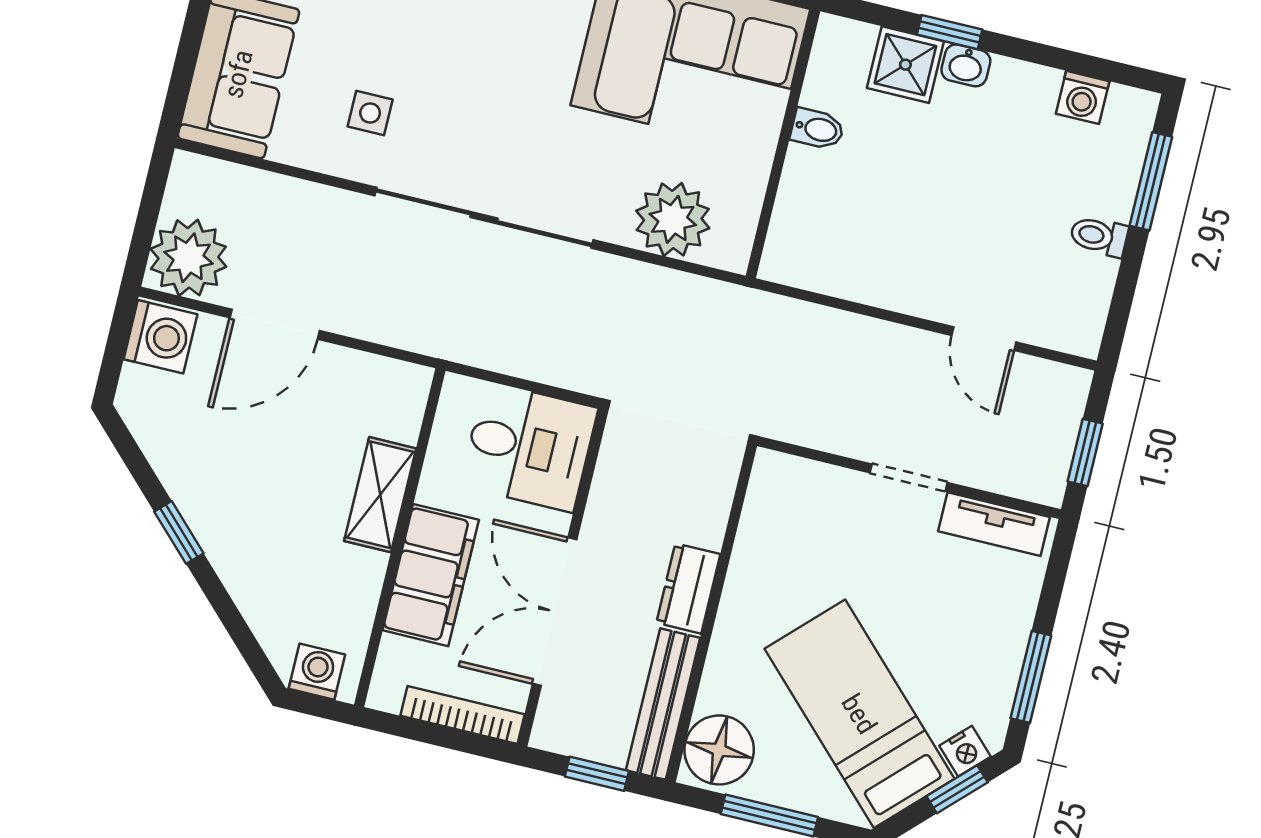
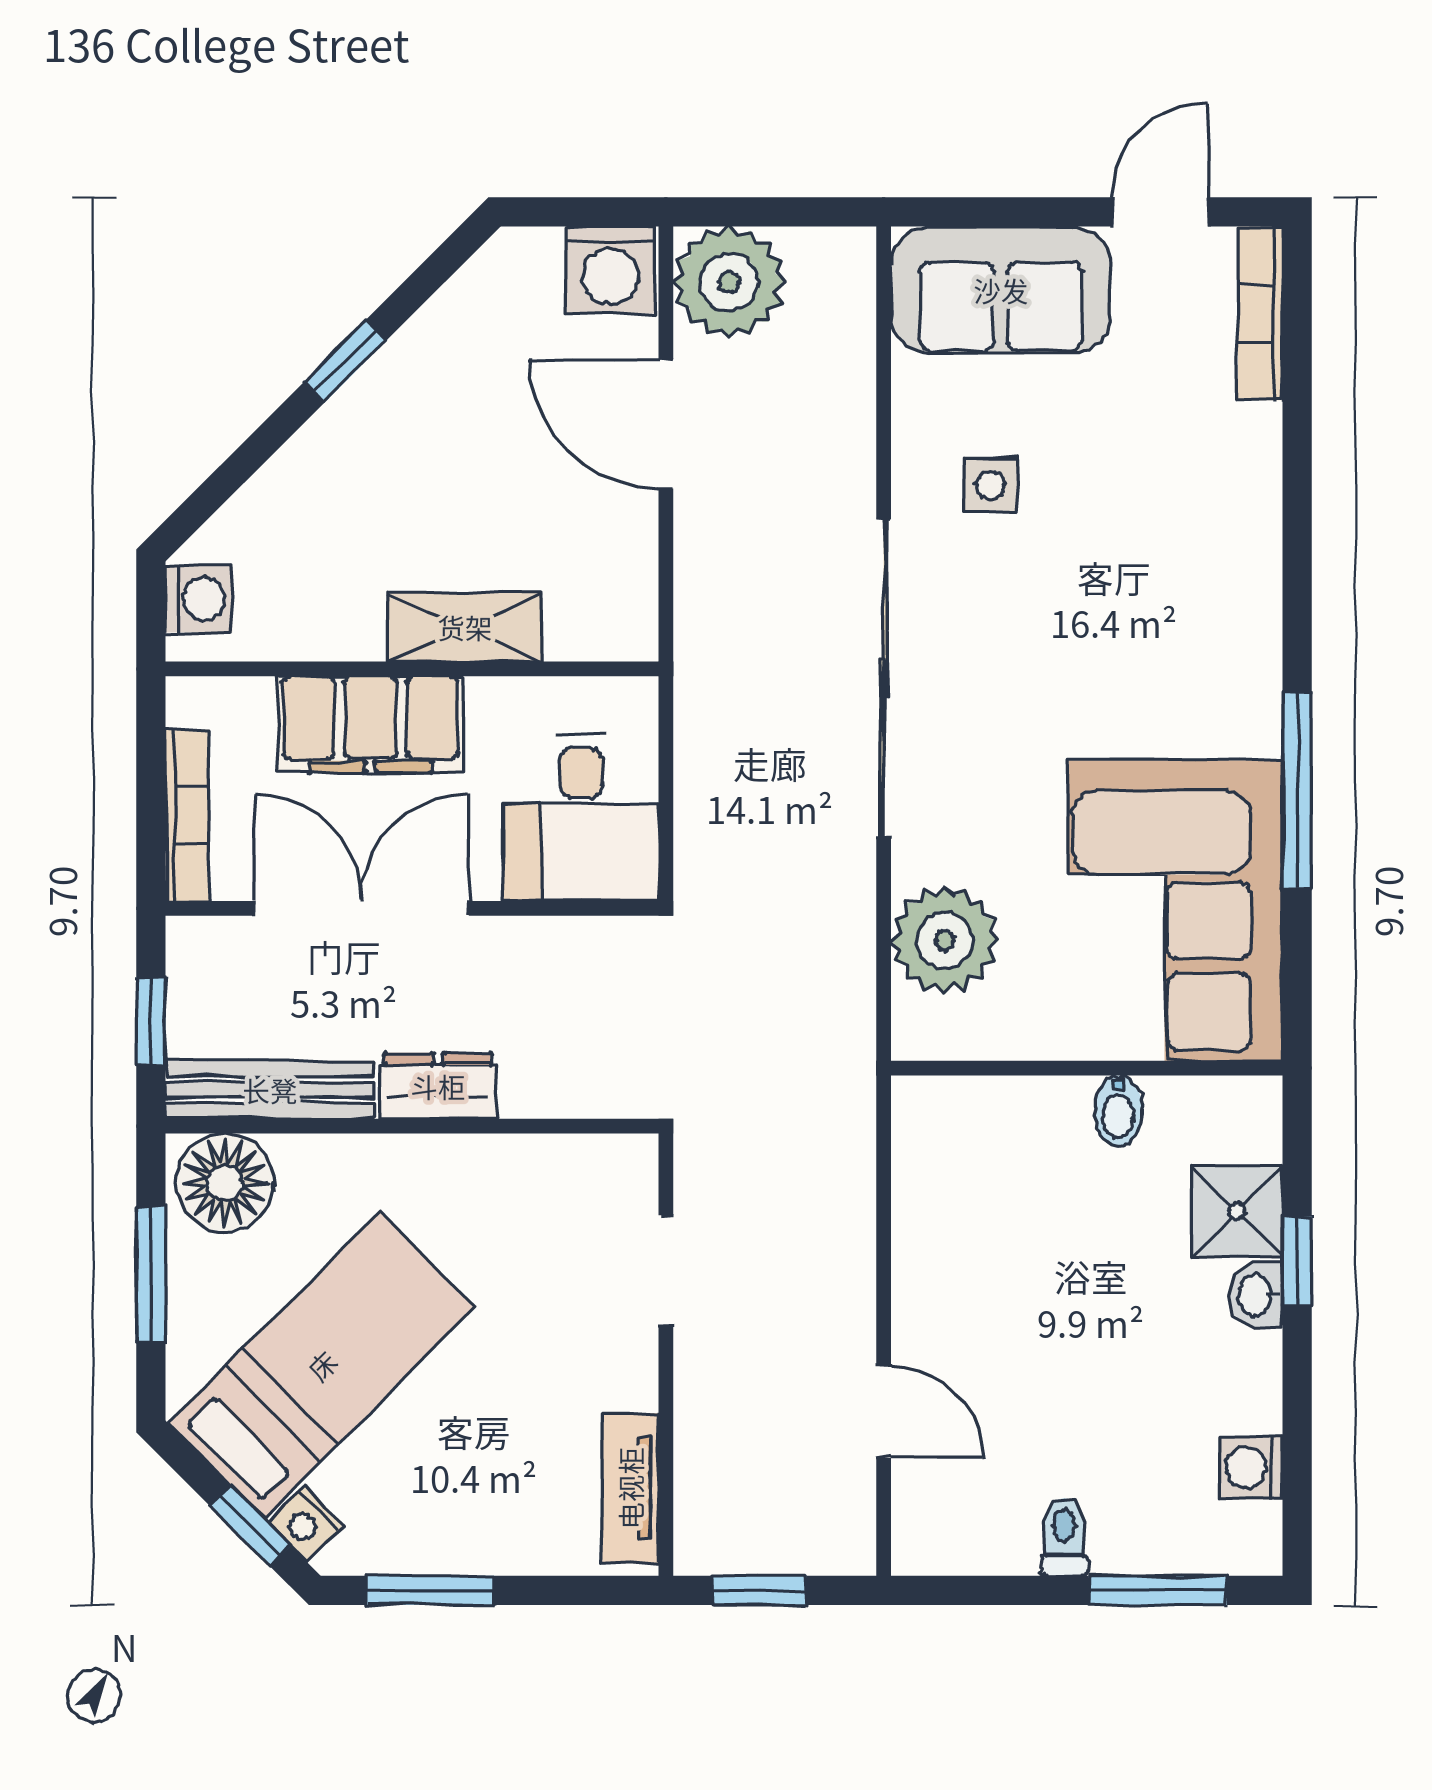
door: (984, 339) -> (884, 1412), swing flipped
doorway: (909, 478) -> (666, 1271), moved

